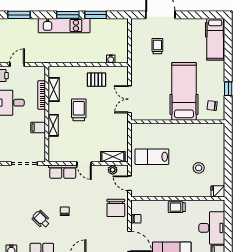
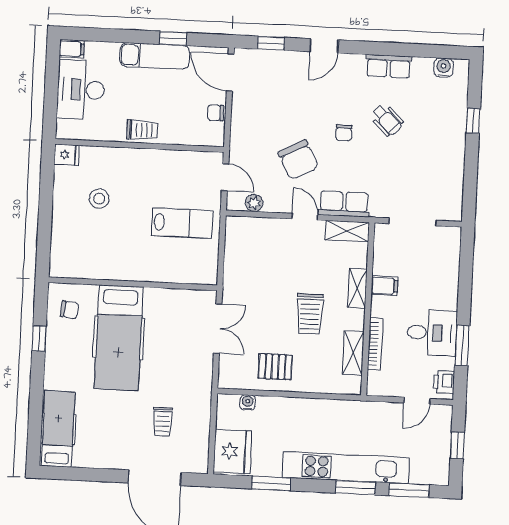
window: (68, 15) -> (356, 488), moved
kitchen unit: (64, 26) -> (346, 468), width x1.36
fridge: (118, 31) -> (232, 451), added
shelving: (113, 157) -> (347, 231), moved
chair: (116, 208) -> (298, 160), moved, turned 152

